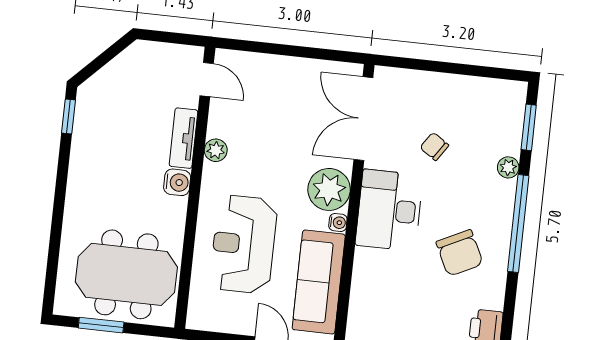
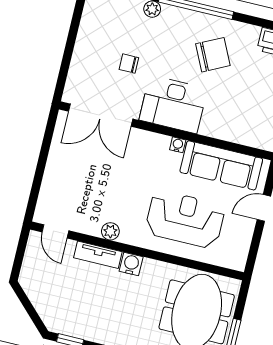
door: (207, 80) -> (55, 231), swing flipped
chair: (434, 146) -> (129, 64), turned 56
plant: (329, 189) -> (151, 148), removed
reception desk: (244, 244) -> (185, 219), turned 180

